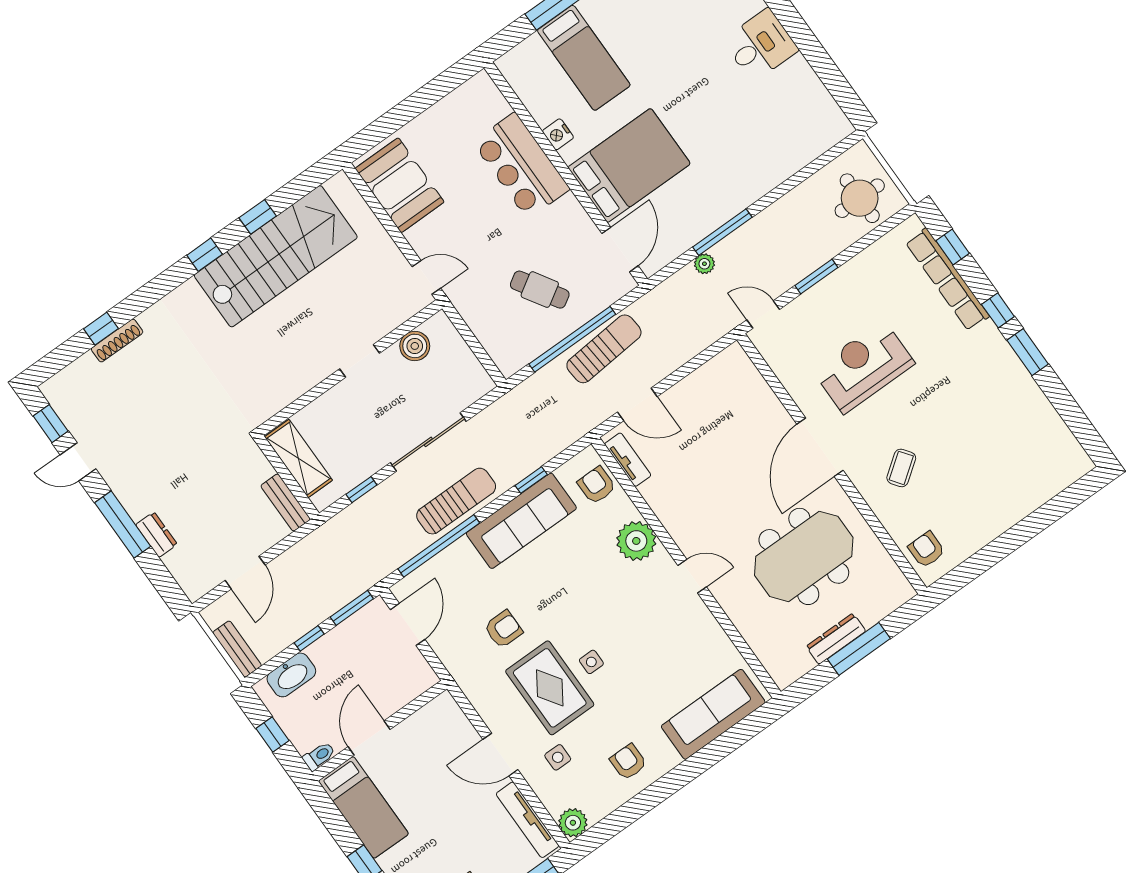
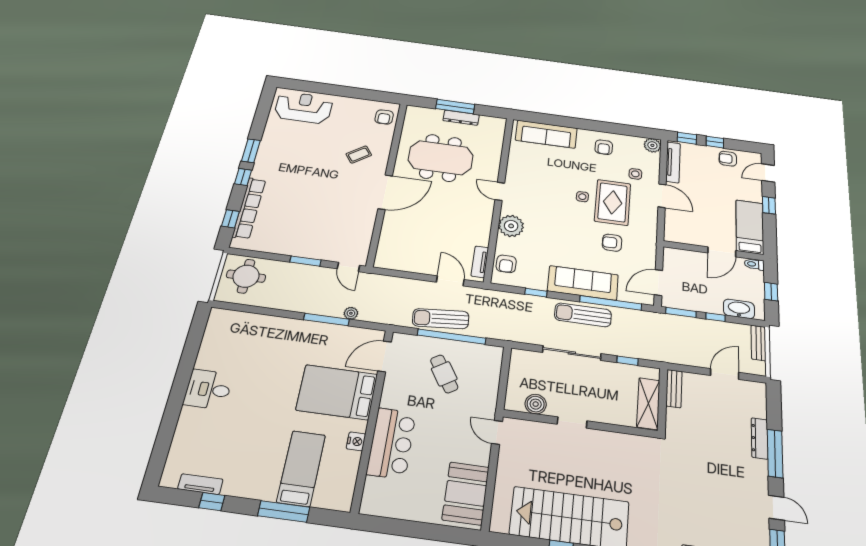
reception desk: (863, 367) -> (304, 108), moved, turned 180
sofa: (521, 521) -> (583, 283), moved
dresser: (156, 535) -> (760, 438), width x1.44

